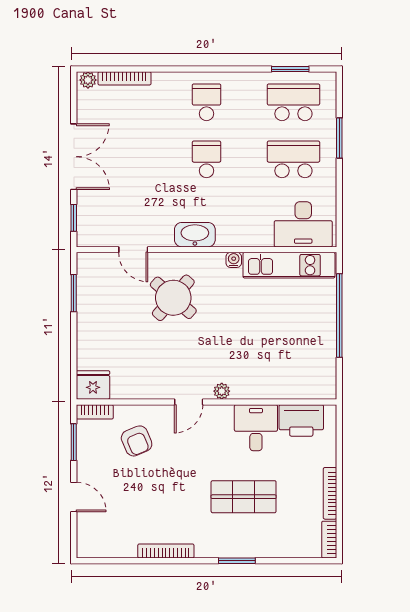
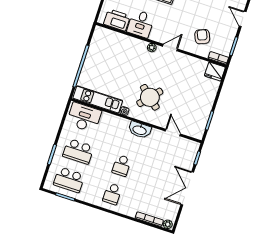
round table: (173, 298) -> (150, 97), moved

